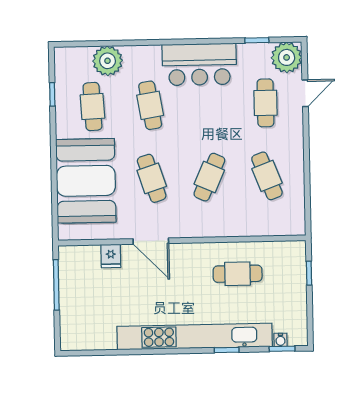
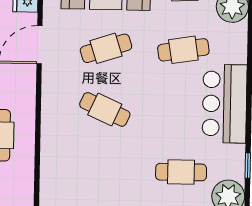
cafe table: (267, 176) -> (104, 171), removed

